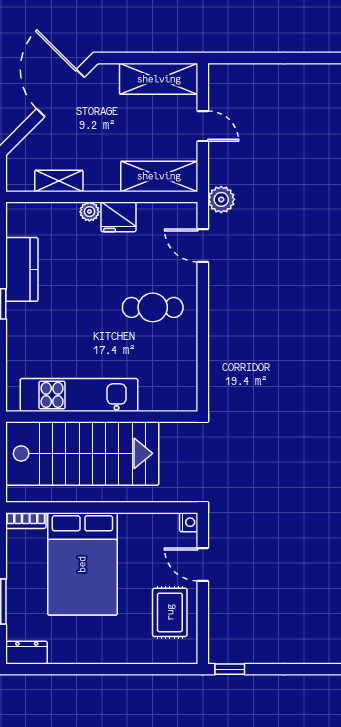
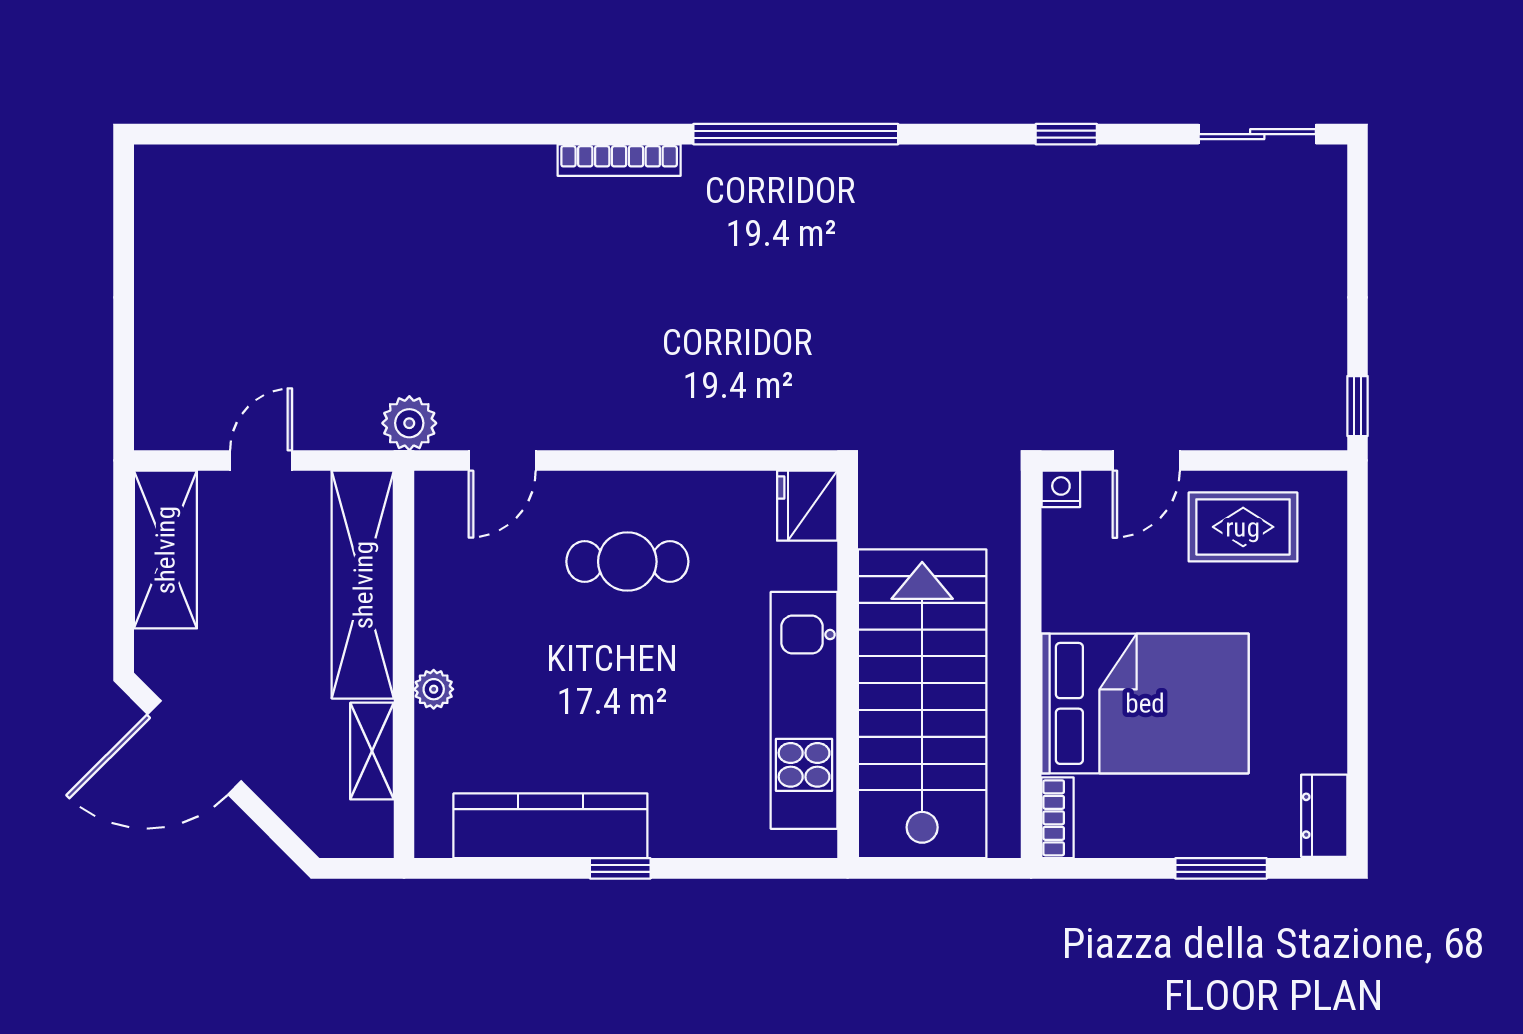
shelving: (159, 176) -> (363, 585), width x1.47
fridge: (118, 217) -> (807, 506), moved, turned 180
kitchen counter: (22, 269) -> (550, 826), width x1.50
cafe table: (153, 307) -> (627, 562), turned 90

